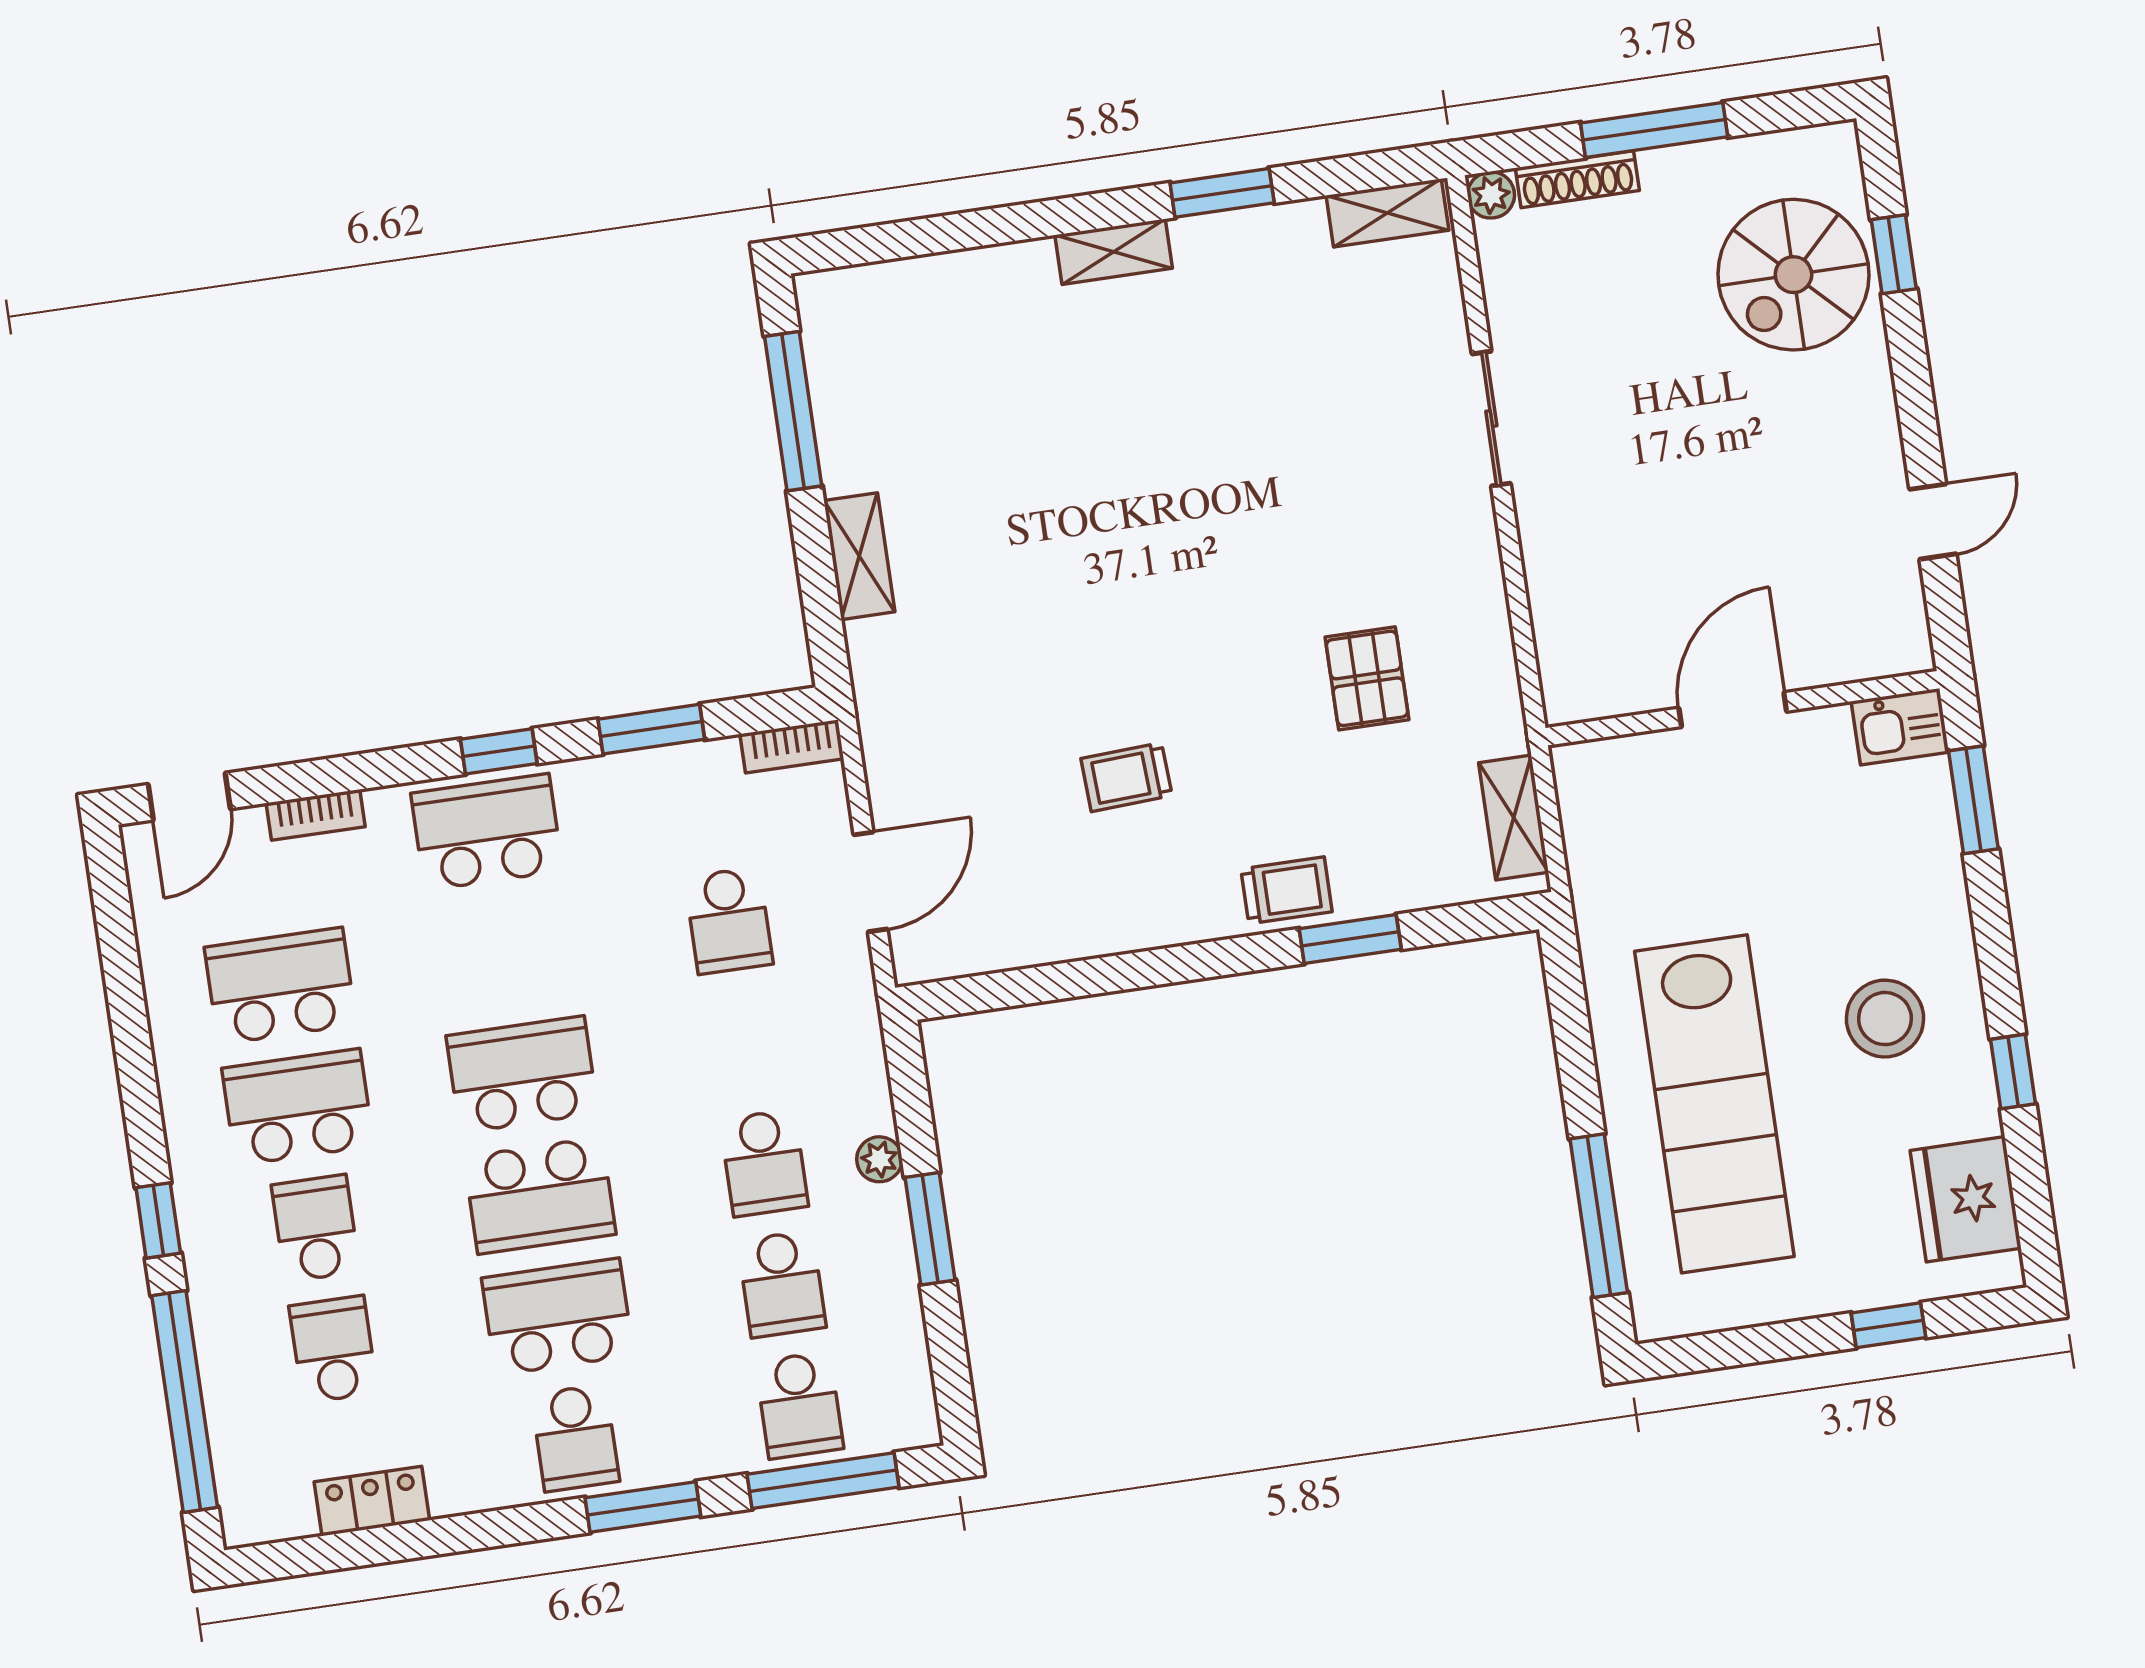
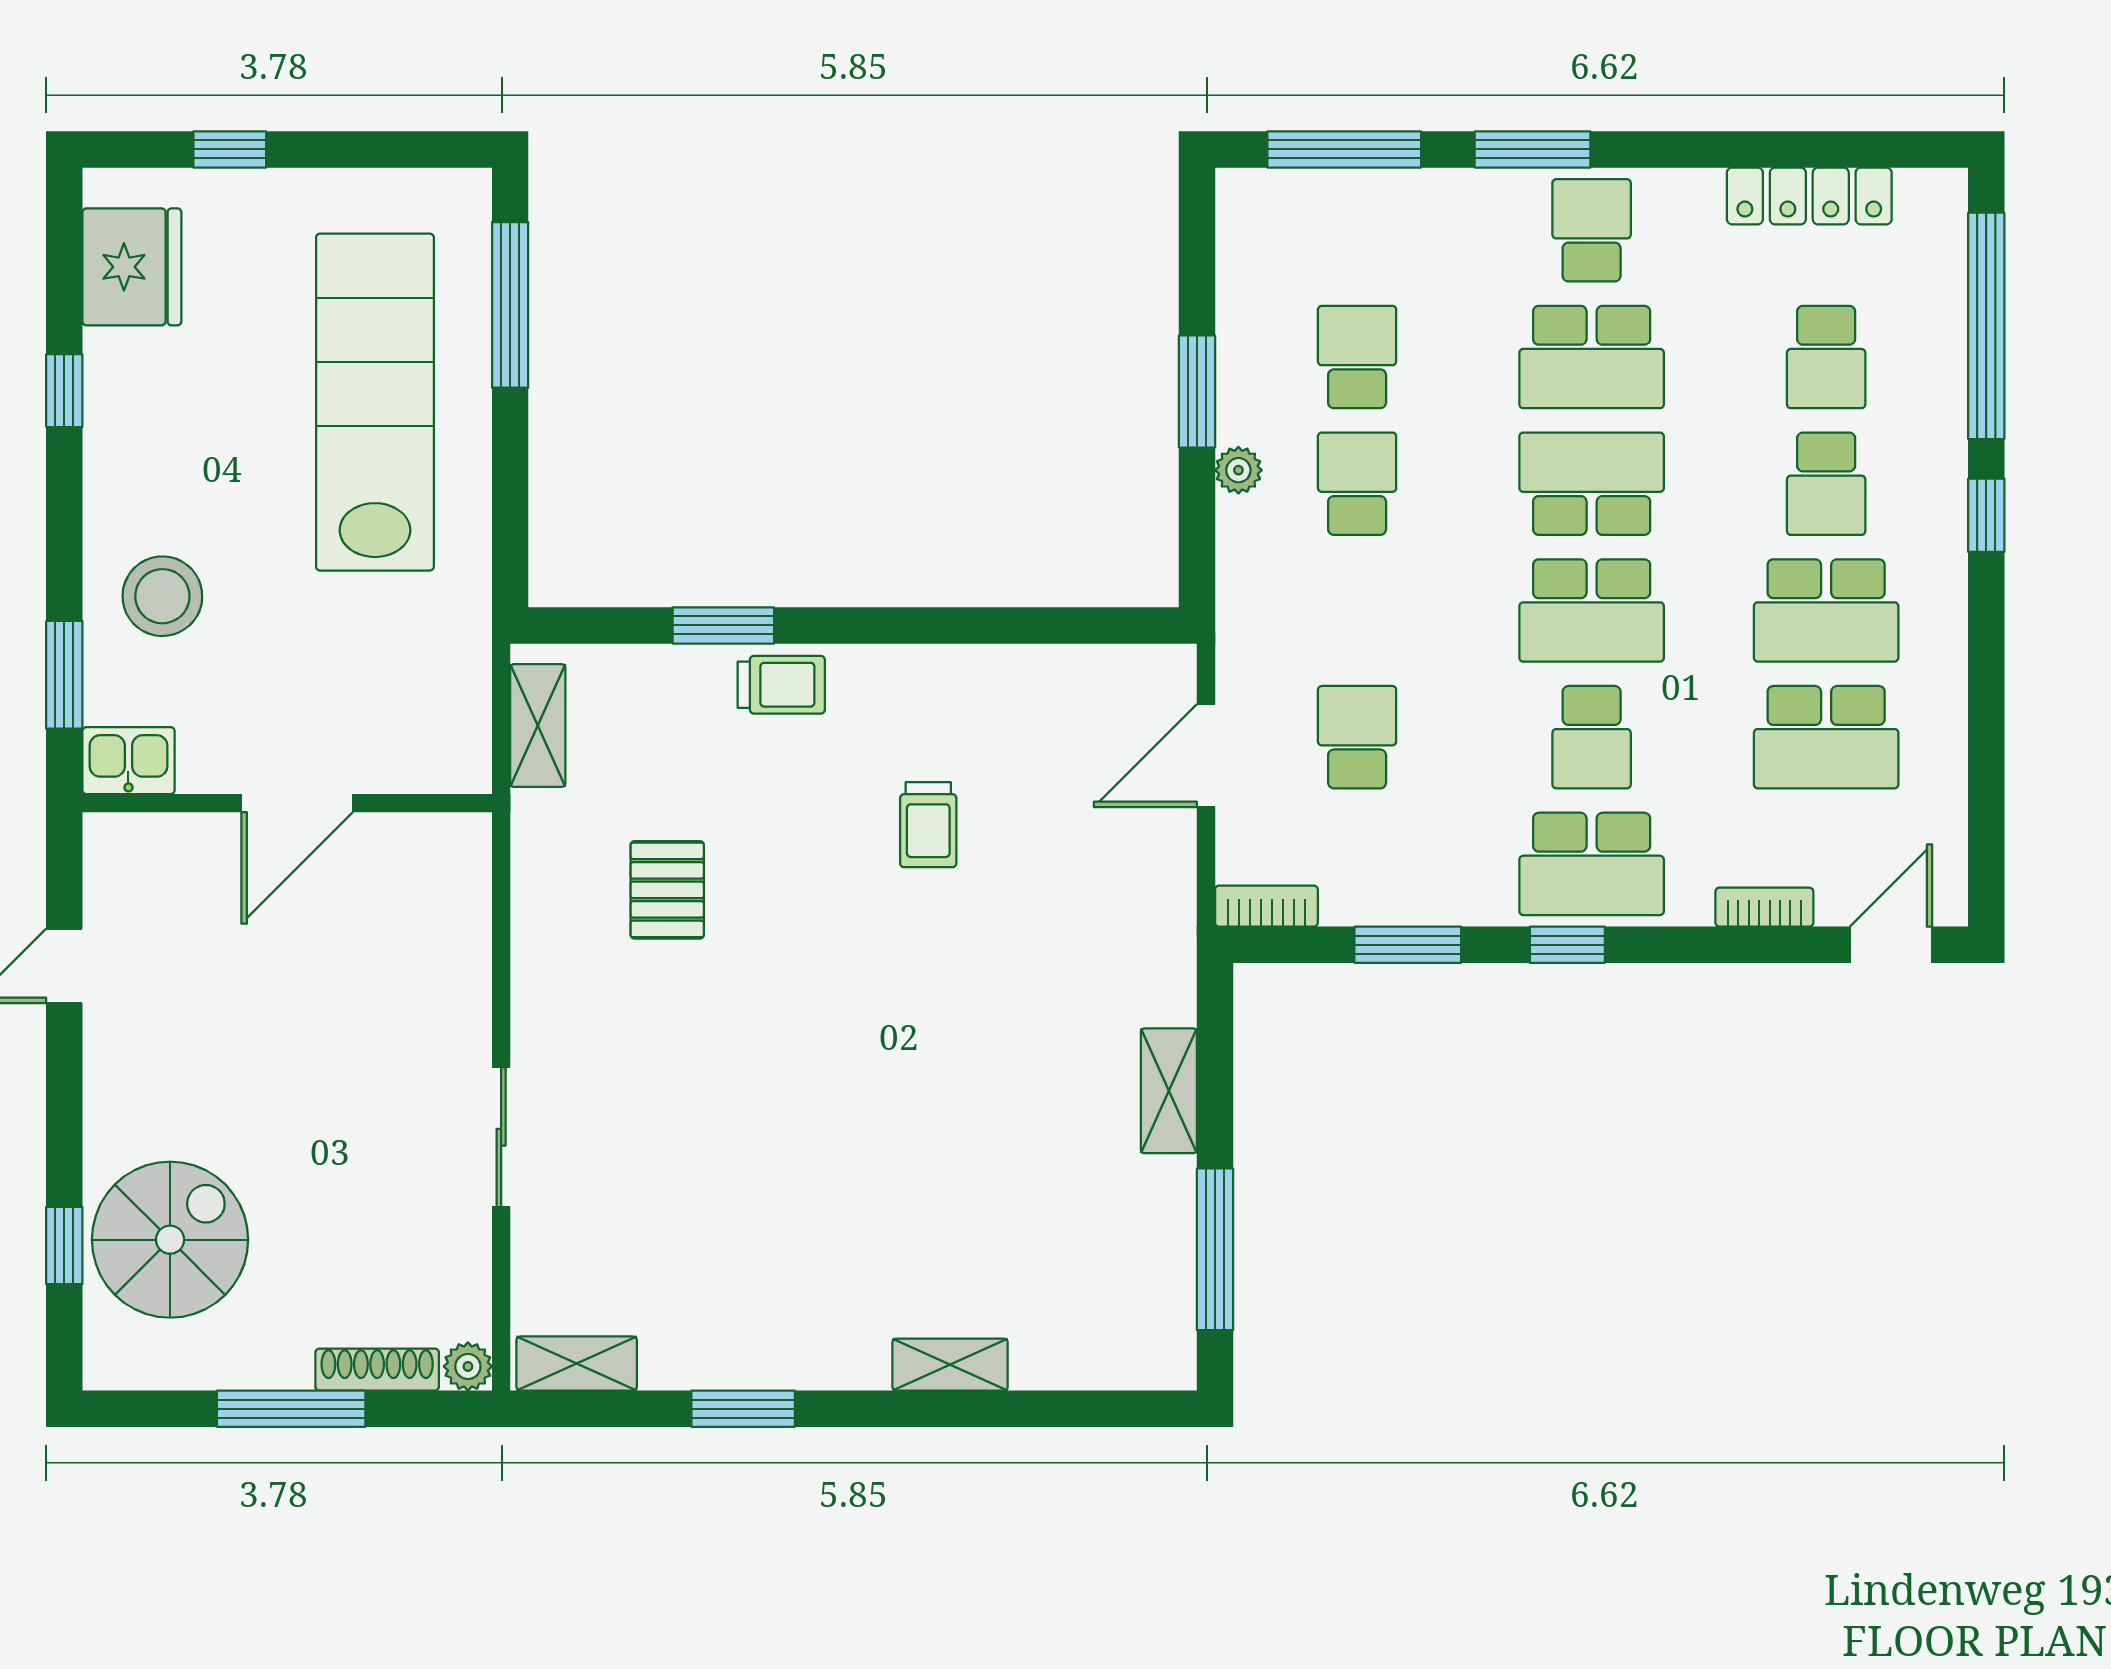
shelving: (1114, 252) -> (950, 1365), moved
trolley: (1126, 777) -> (928, 825), turned 93
trolley: (1286, 890) -> (781, 685), turned 180
stool: (1885, 1019) -> (162, 596), moved
school desk: (799, 1405) -> (1592, 737), moved, turned 180
locker: (372, 1501) -> (1809, 196), width x1.53

